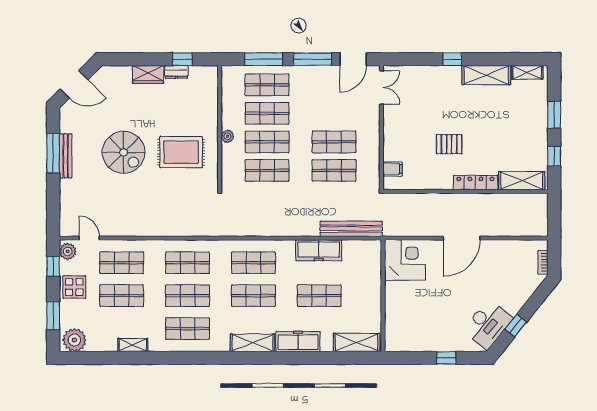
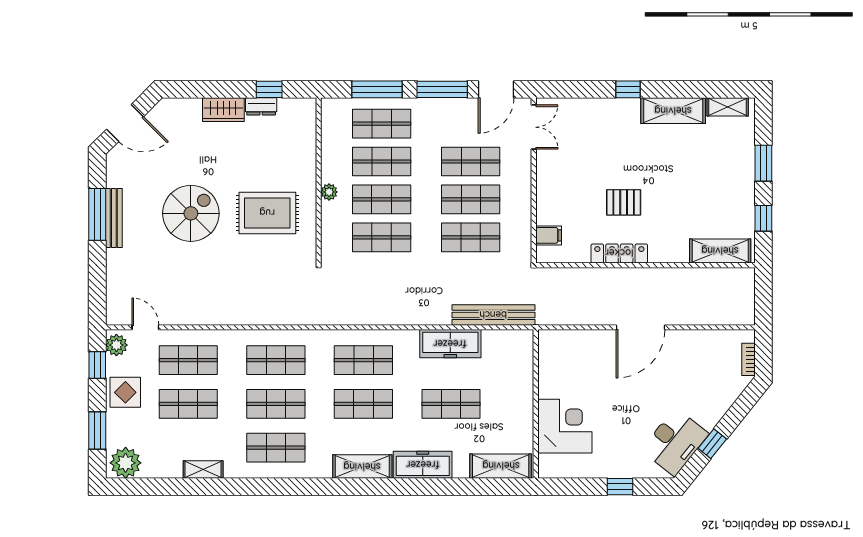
shop shelf: (334, 113) -> (471, 162), added
spiral stairs: (124, 152) -> (191, 213), turned -90
locker: (475, 183) -> (619, 253), moved
corner desk: (405, 260) -> (565, 426), moved

